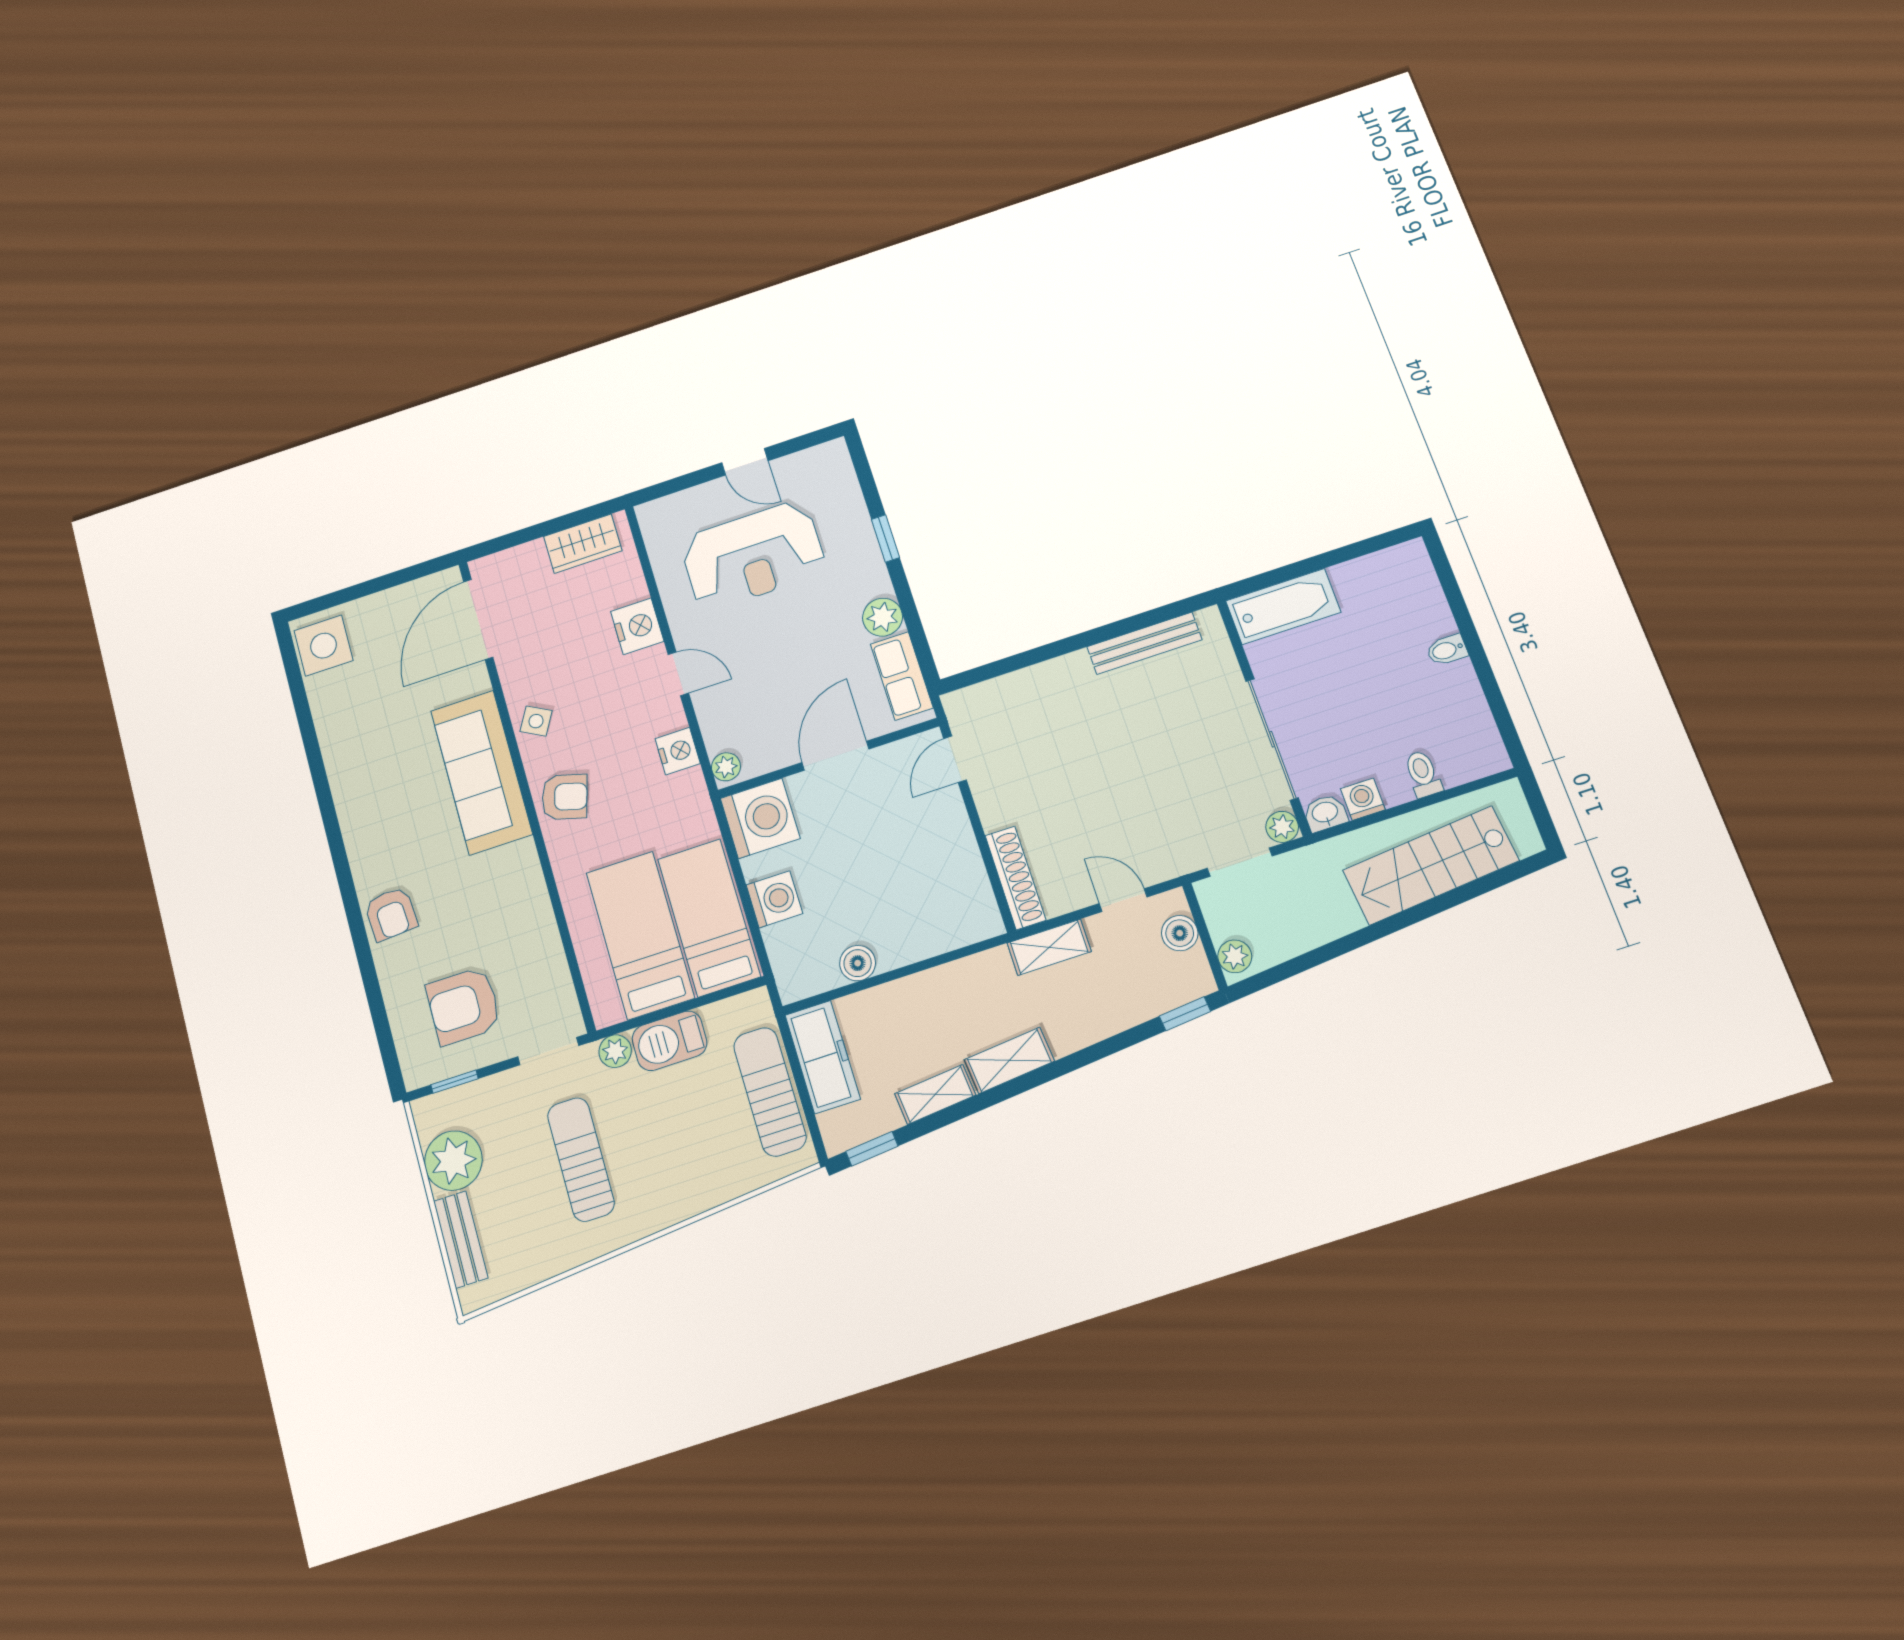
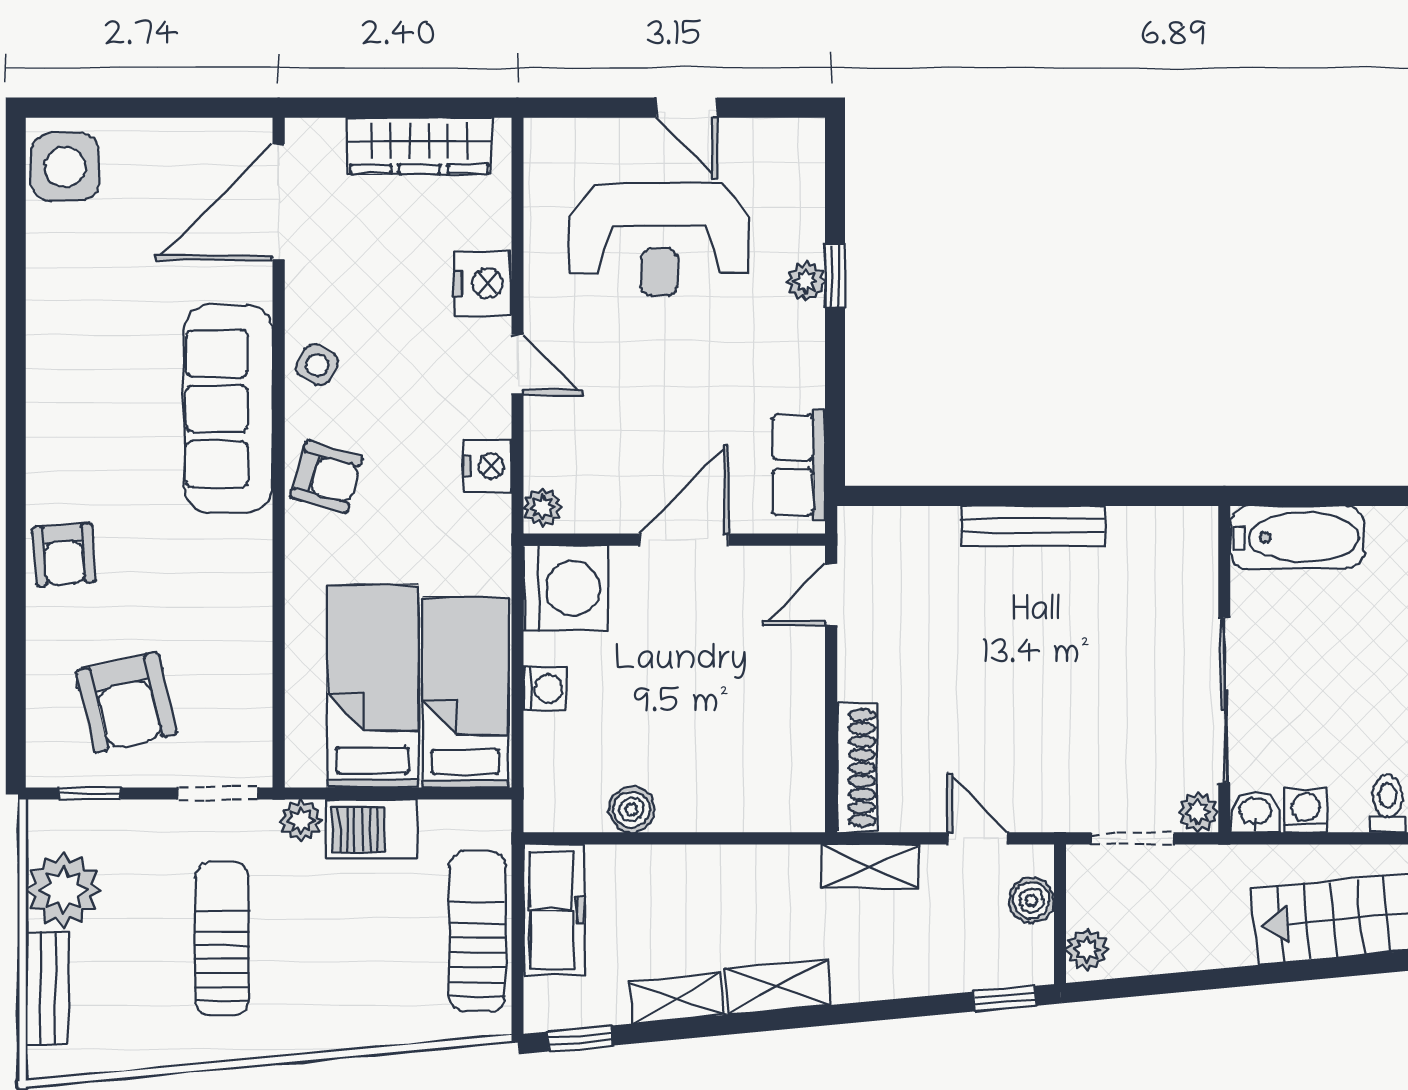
wardrobe: (583, 544) -> (419, 146), width x1.50
plant: (883, 617) -> (806, 281), moved, width x0.73, depth x0.73
bench: (1144, 643) -> (1033, 526), moved
washing machine: (774, 899) -> (545, 688), width x0.73, depth x0.73
armchair: (464, 1006) -> (126, 703), turned -103

